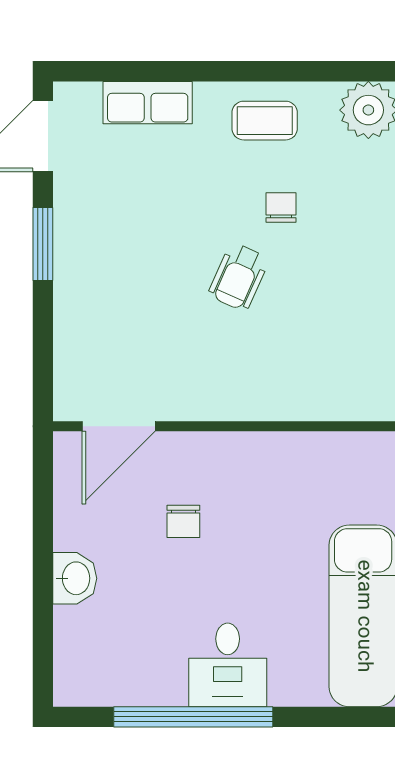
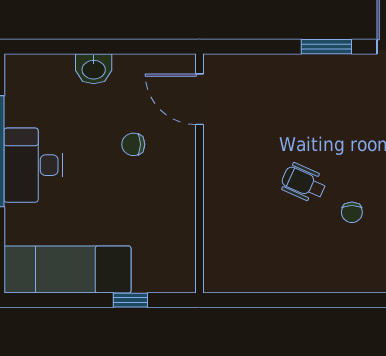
chair: (281, 207) -> (352, 212), turned 90
desk: (228, 665) -> (33, 165), width x1.37

